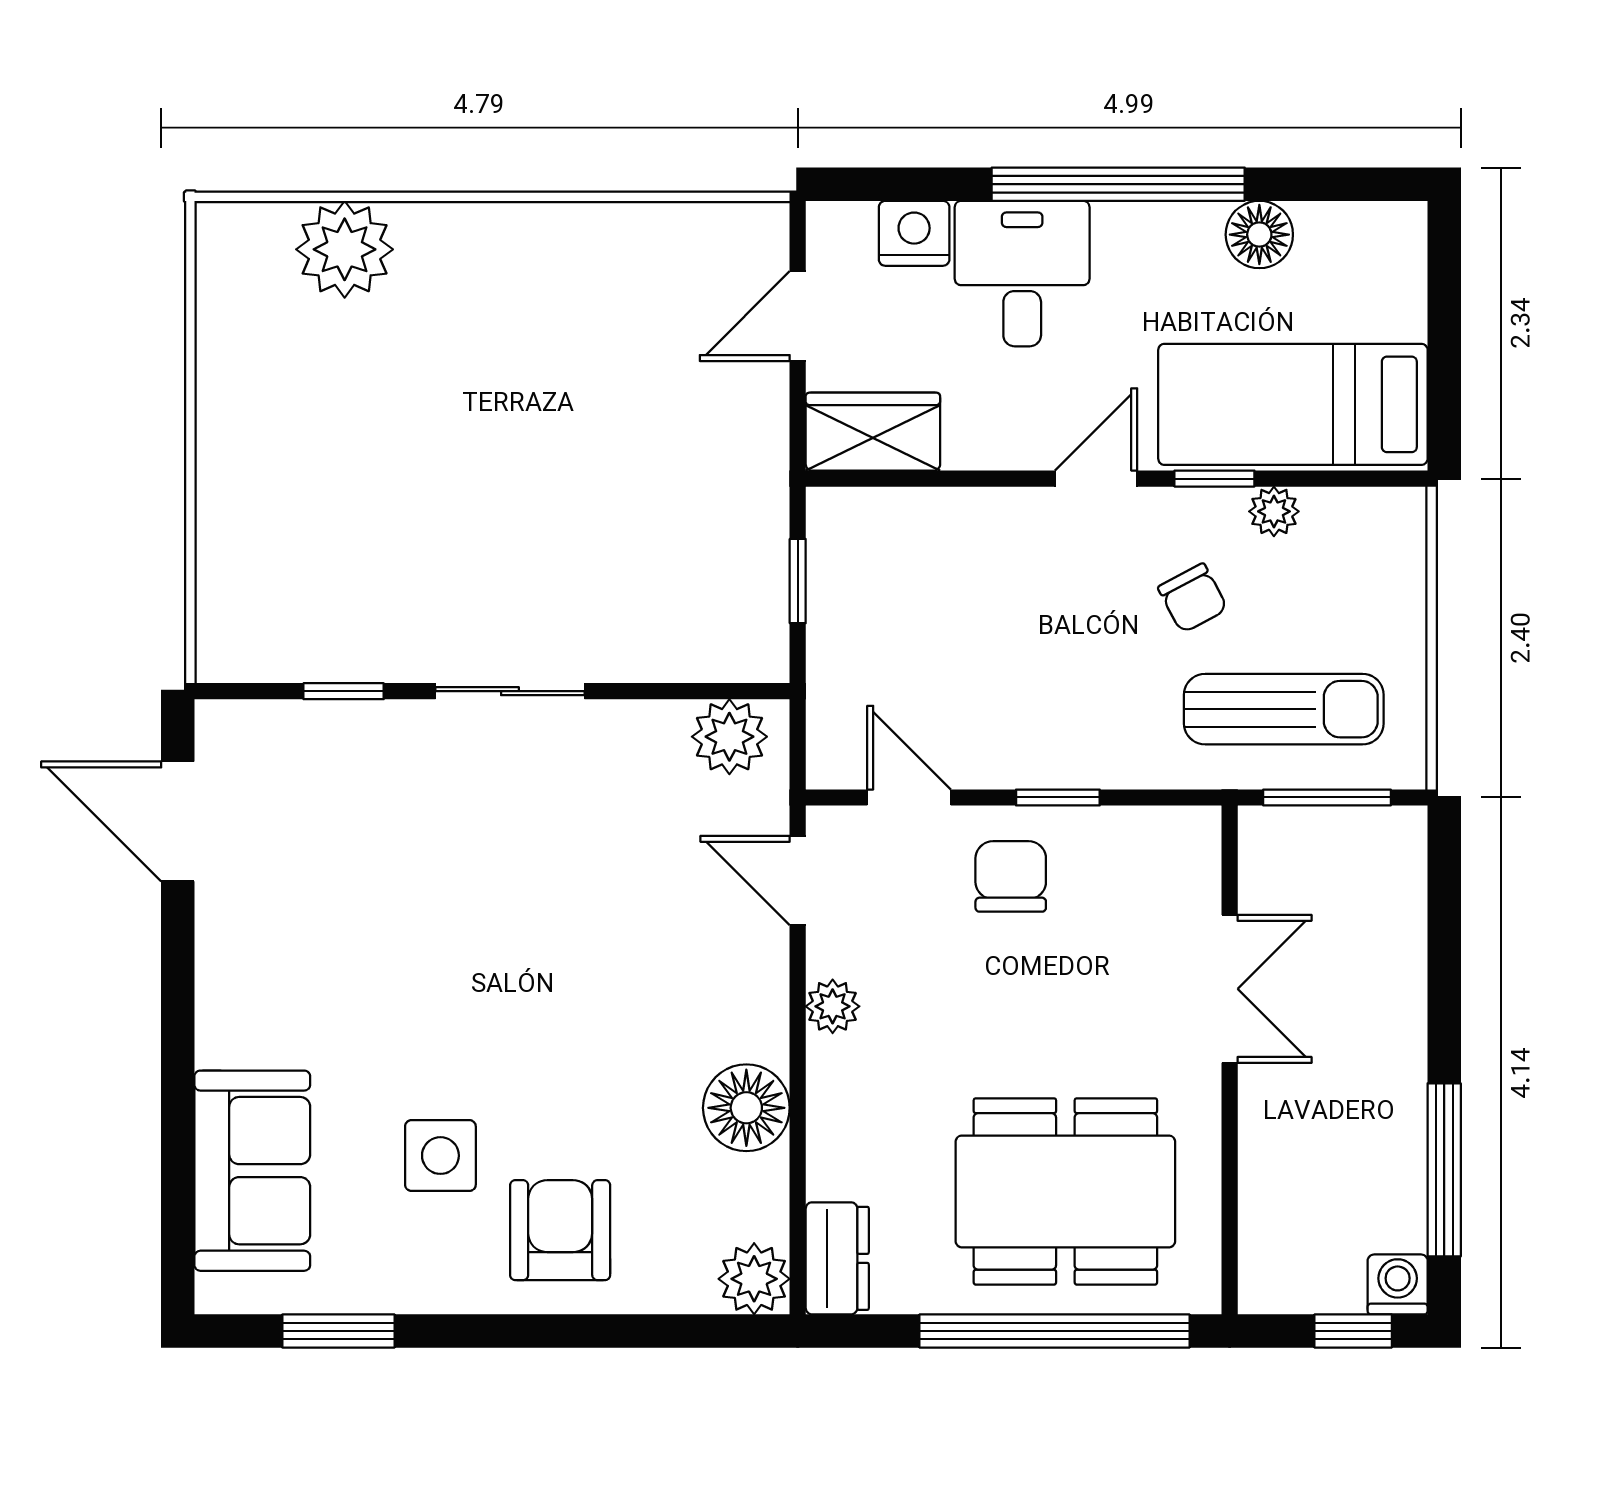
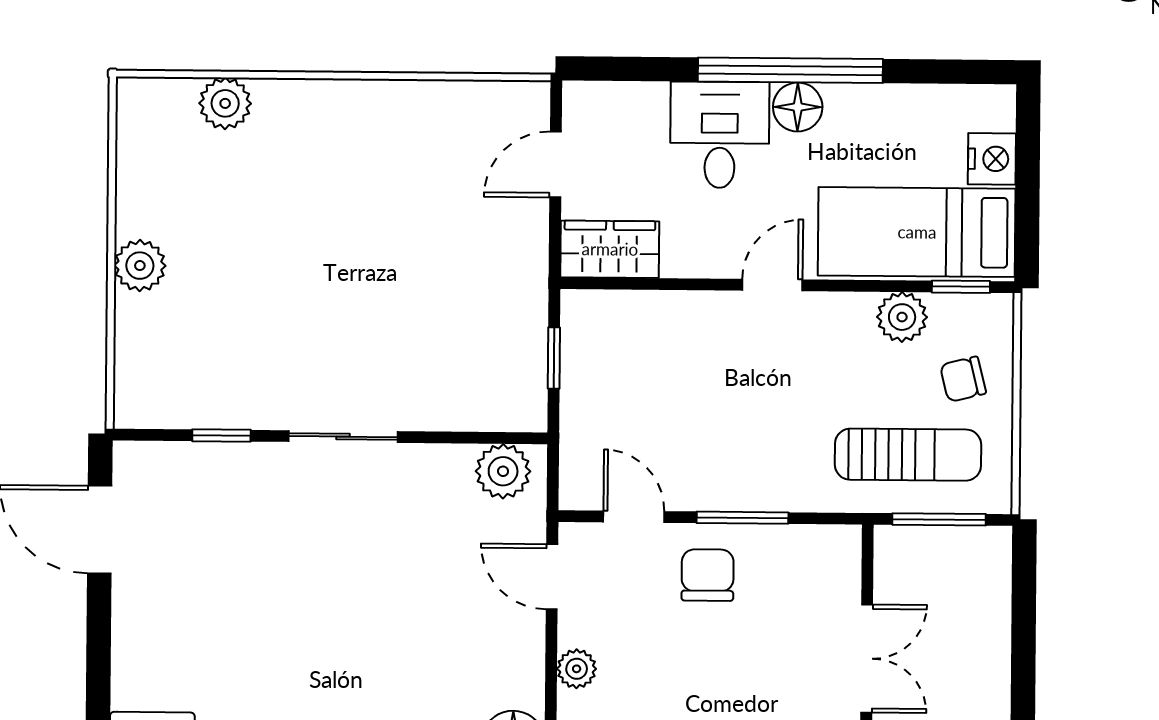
nightstand: (914, 233) -> (992, 159), moved, turned 90
floor lamp: (1259, 235) -> (798, 107), moved
plant: (345, 249) -> (225, 103), width x0.73, depth x0.73
plant: (230, 459) -> (140, 266), added
window: (1214, 479) -> (961, 287), moved
plant: (1274, 511) -> (902, 317), width x1.38, depth x1.38
chair: (1193, 598) -> (963, 379), moved, turned 104
window: (1058, 797) -> (742, 518), width x1.50

